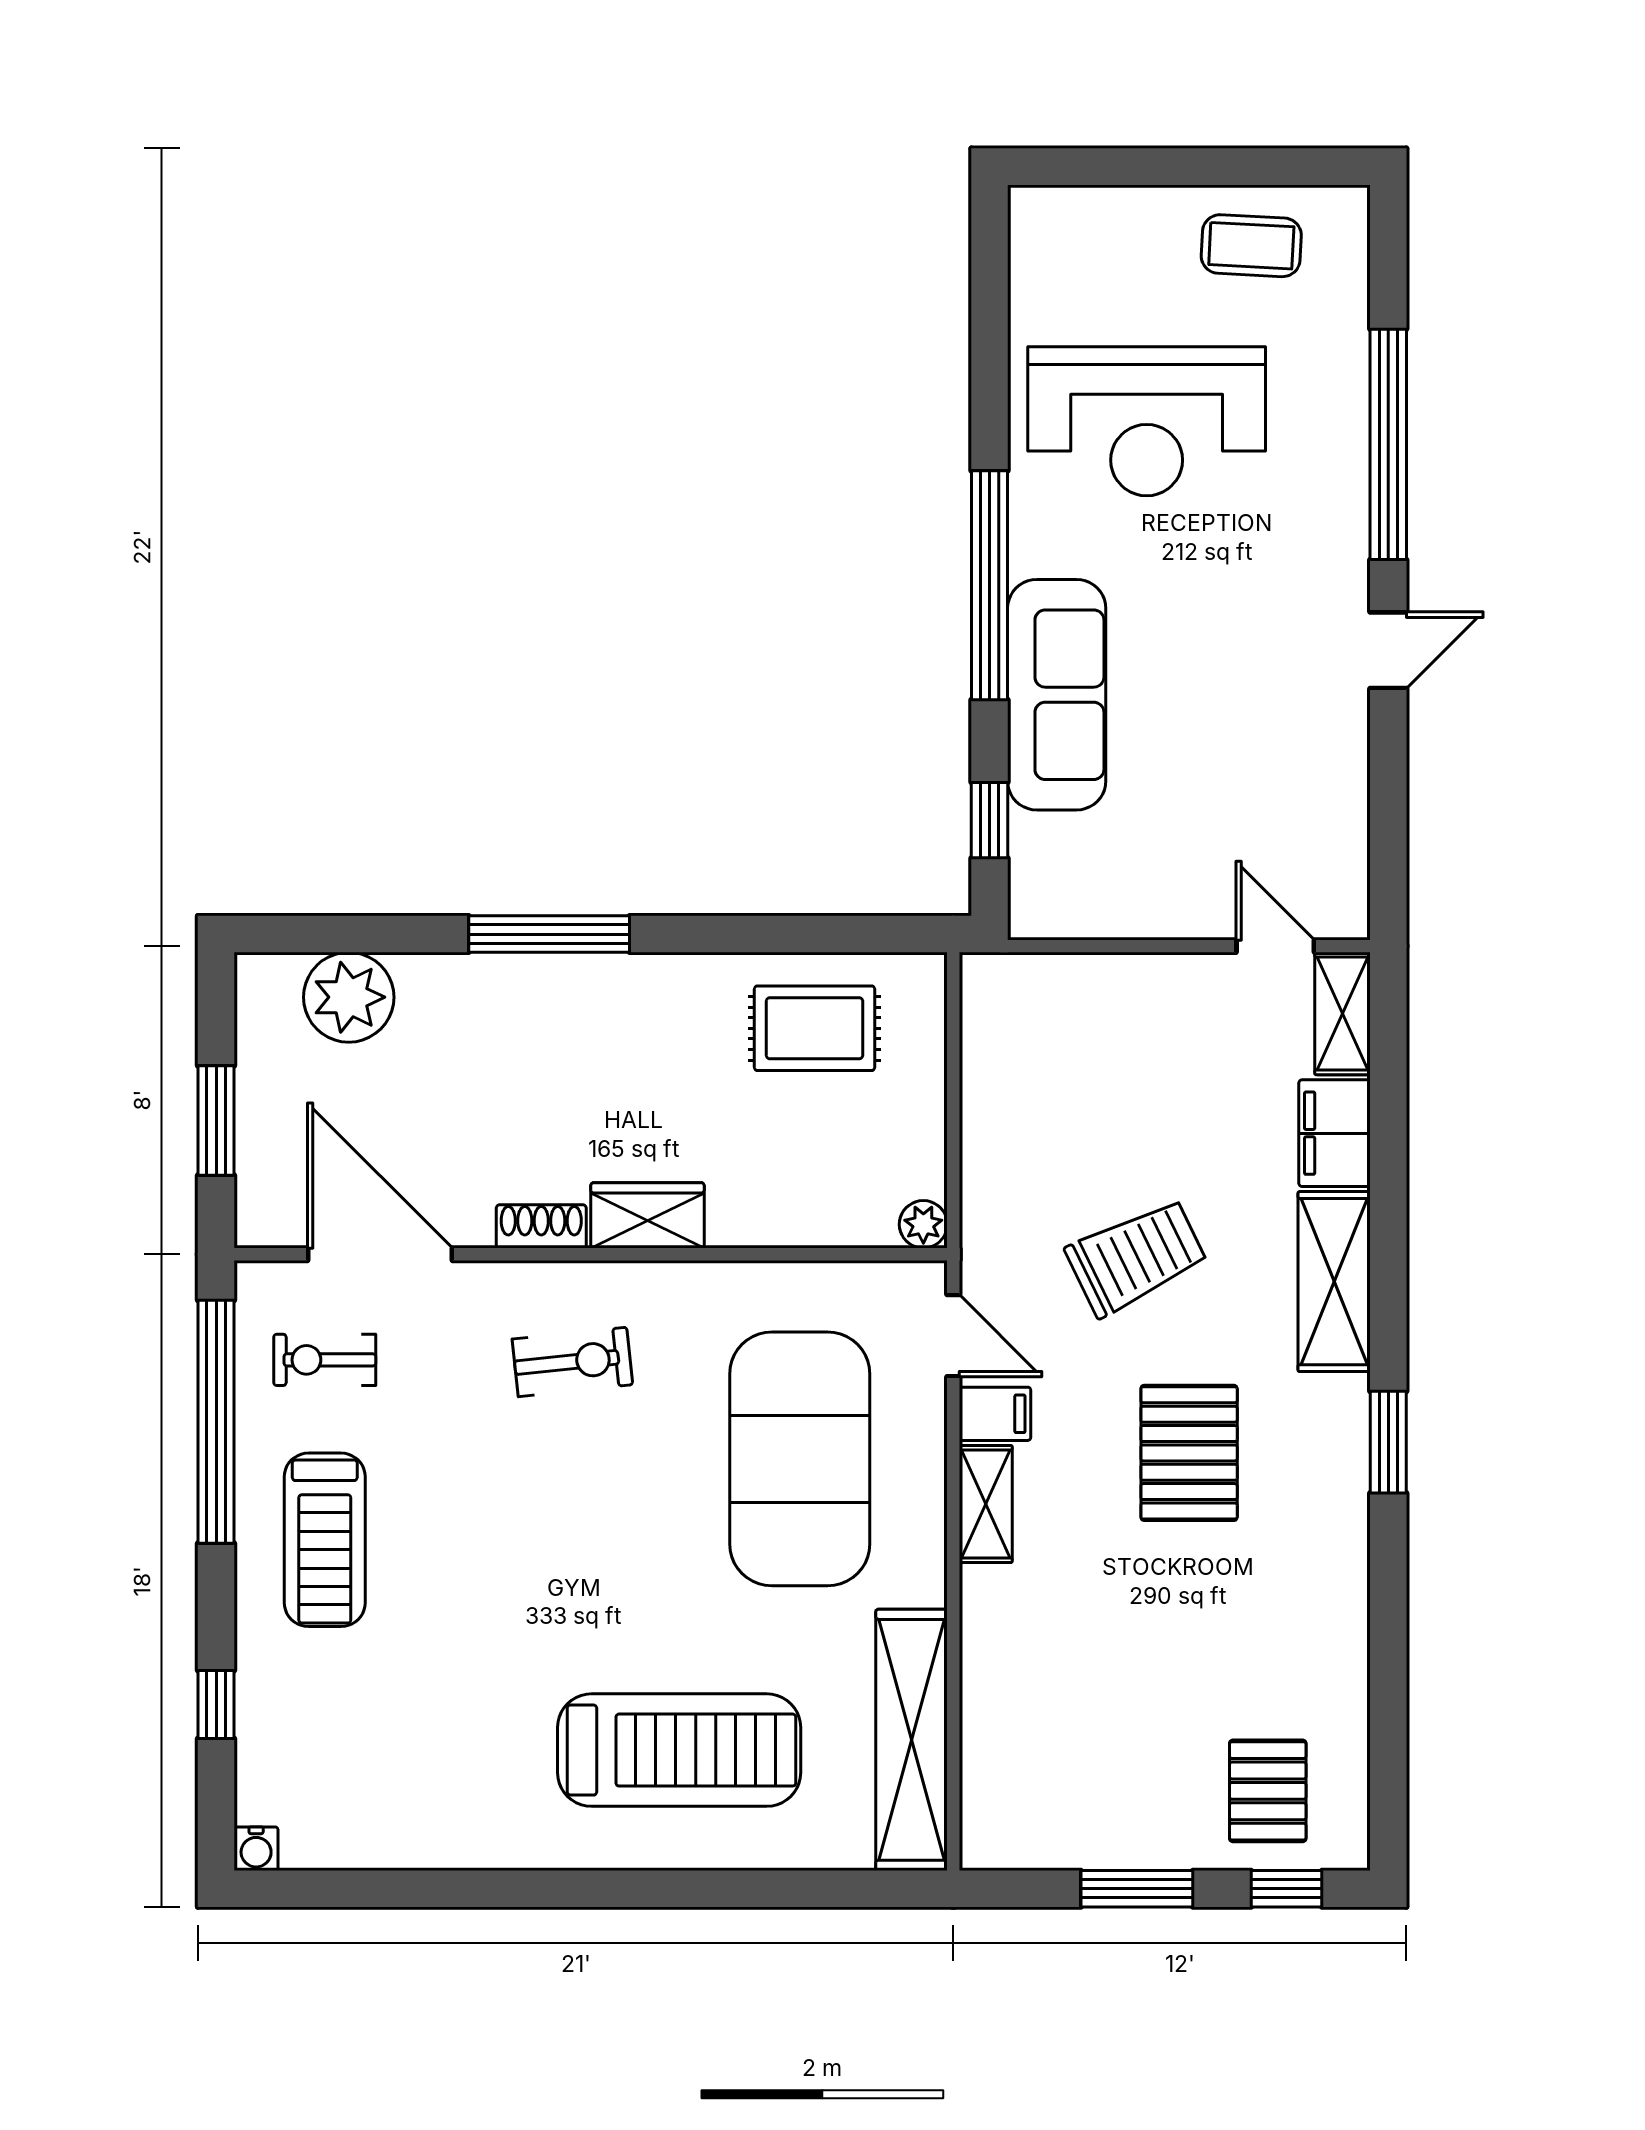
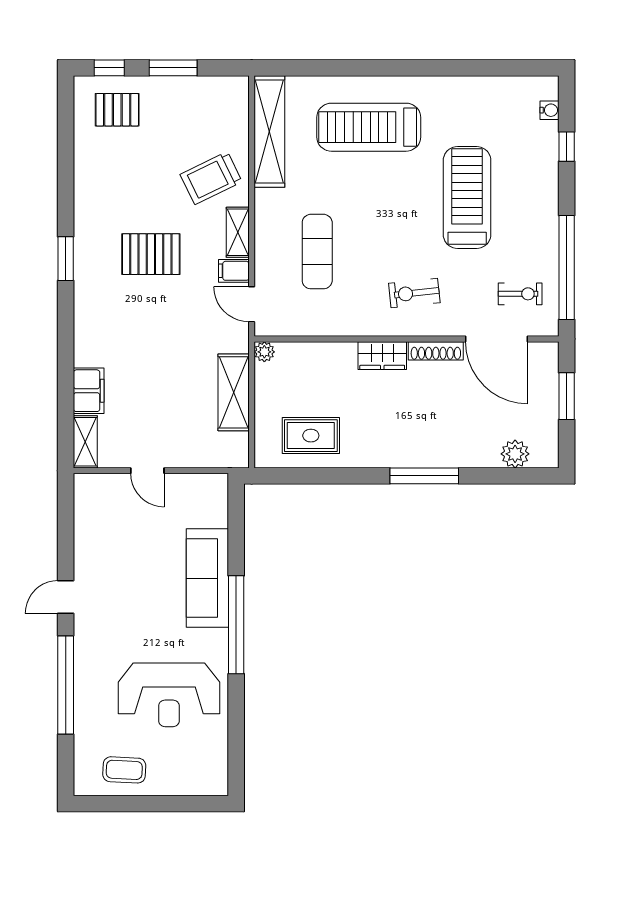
reception desk: (1147, 421) -> (169, 695), turned 180
window: (989, 820) -> (236, 524), removed
door: (1275, 946) -> (147, 471), moved
plant: (349, 997) -> (515, 454), width x0.73, depth x0.73
shoe rack: (541, 1226) -> (436, 351), width x1.43
trolley: (1136, 1257) -> (211, 178), moved
shelving: (1334, 1282) -> (234, 392), moved
pallet: (1189, 1453) -> (151, 254), turned 90
exercise mat: (800, 1459) -> (317, 252), width x0.50, depth x0.69
treadmill: (325, 1540) -> (467, 197), moved, width x1.37, depth x1.38
pallet: (1268, 1791) -> (117, 110), turned 90
water cooler: (256, 1849) -> (549, 110), moved, turned 90

